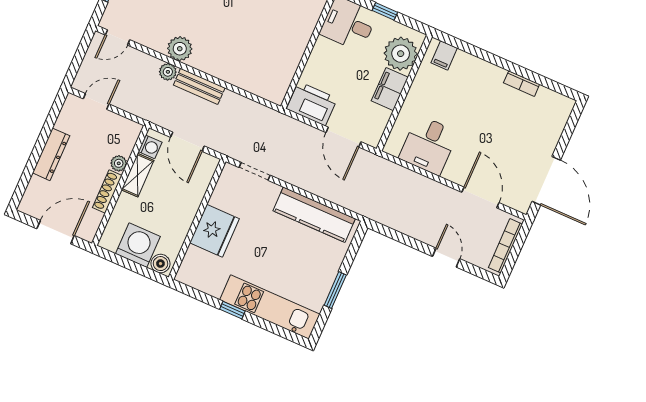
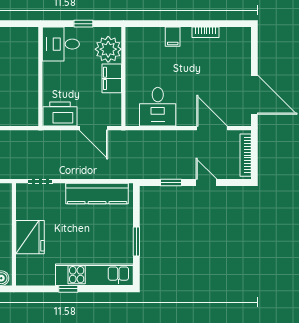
filing cabinet: (444, 55) -> (173, 37), moved
window: (405, 240) -> (171, 183), added

